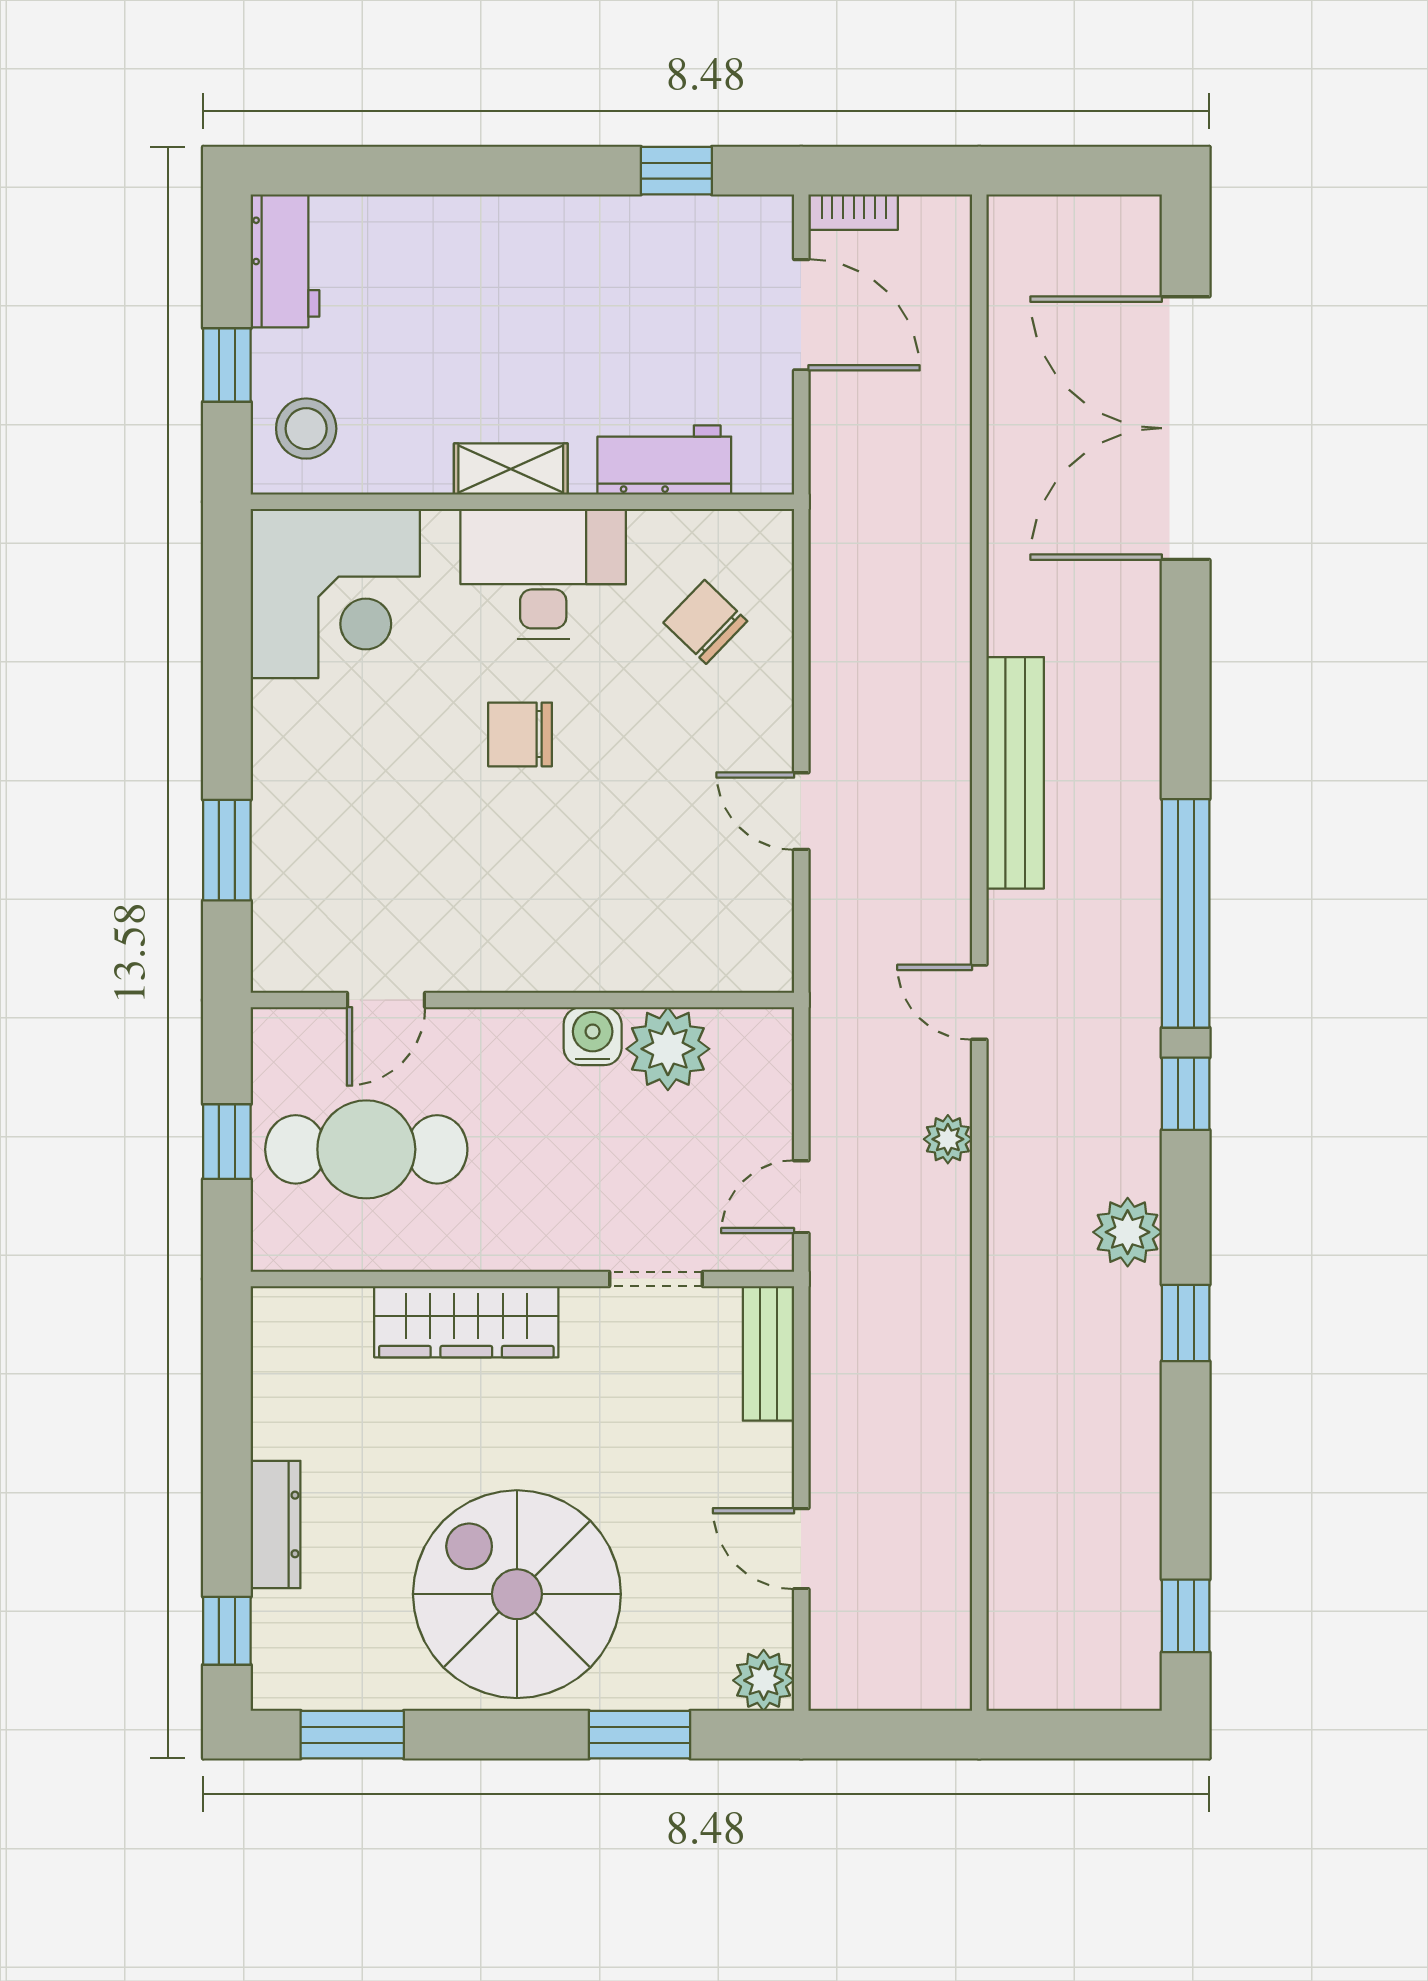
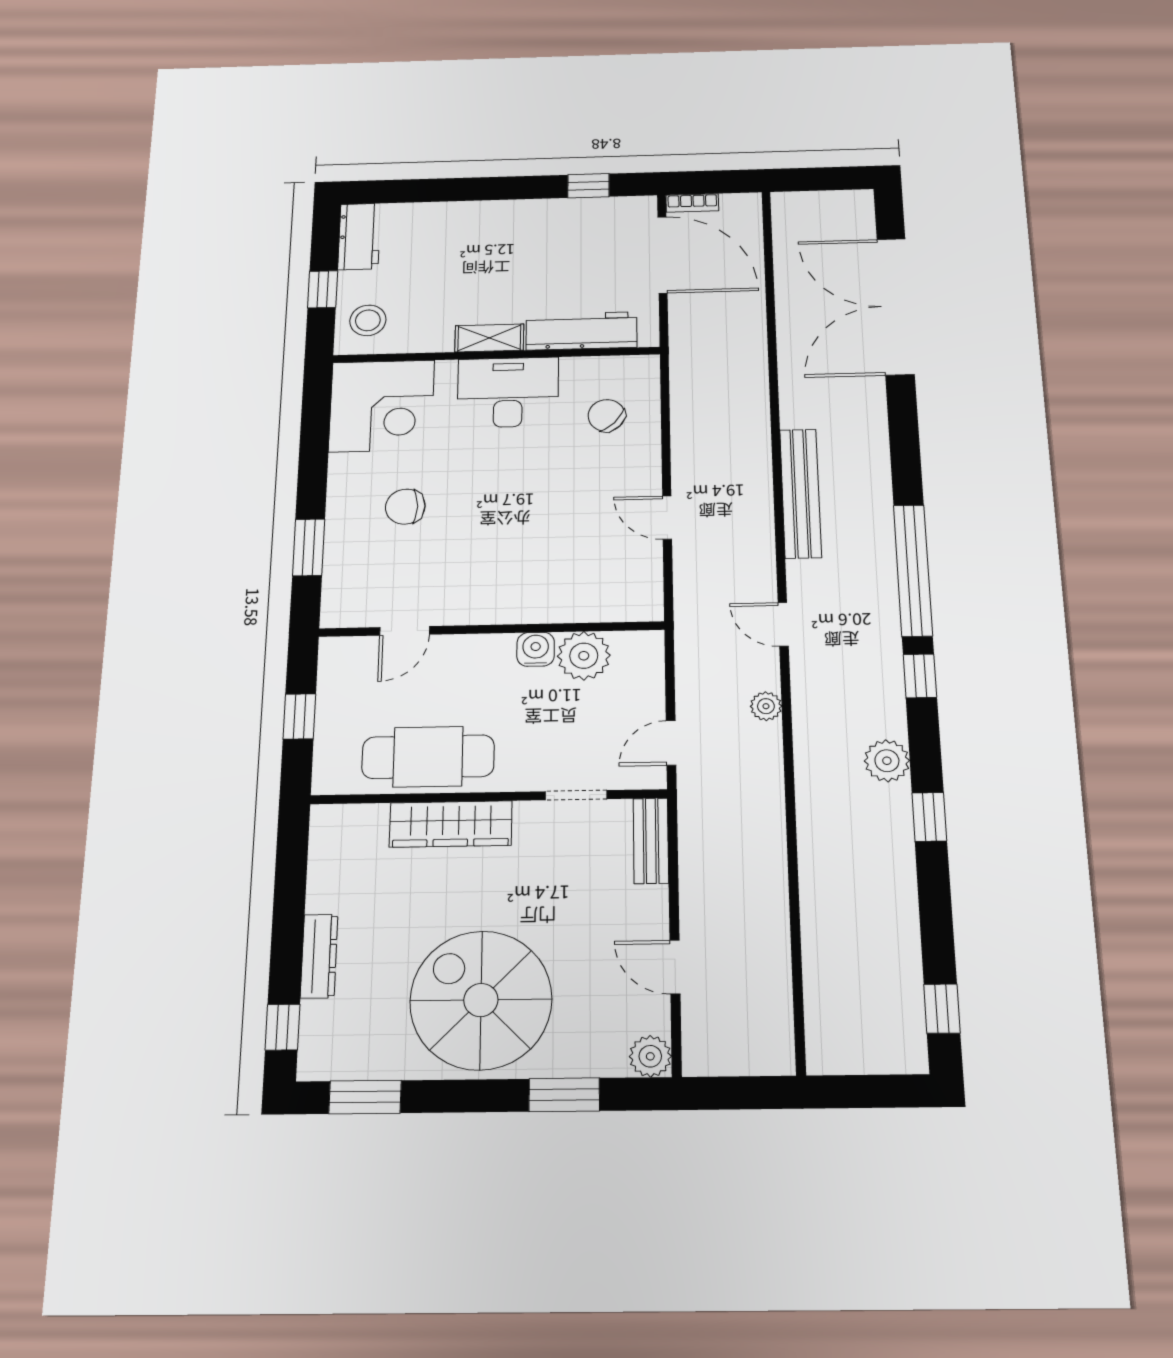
door: (801, 315) -> (663, 255), width x1.36
workbench: (664, 460) -> (581, 331), width x1.38
chair: (520, 734) -> (405, 507), moved
cafe table: (366, 1149) -> (428, 757), moved

